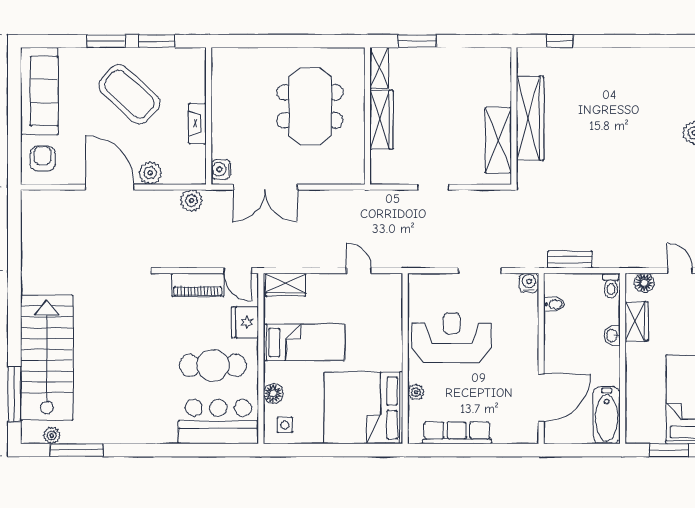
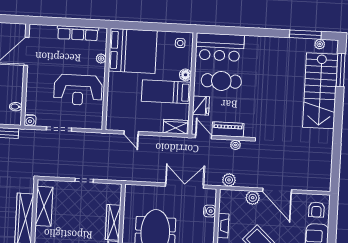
water cooler: (221, 169) -> (210, 211), moved
plant: (184, 260) -> (236, 145), added
floor lamp: (273, 393) -> (185, 75), moved

